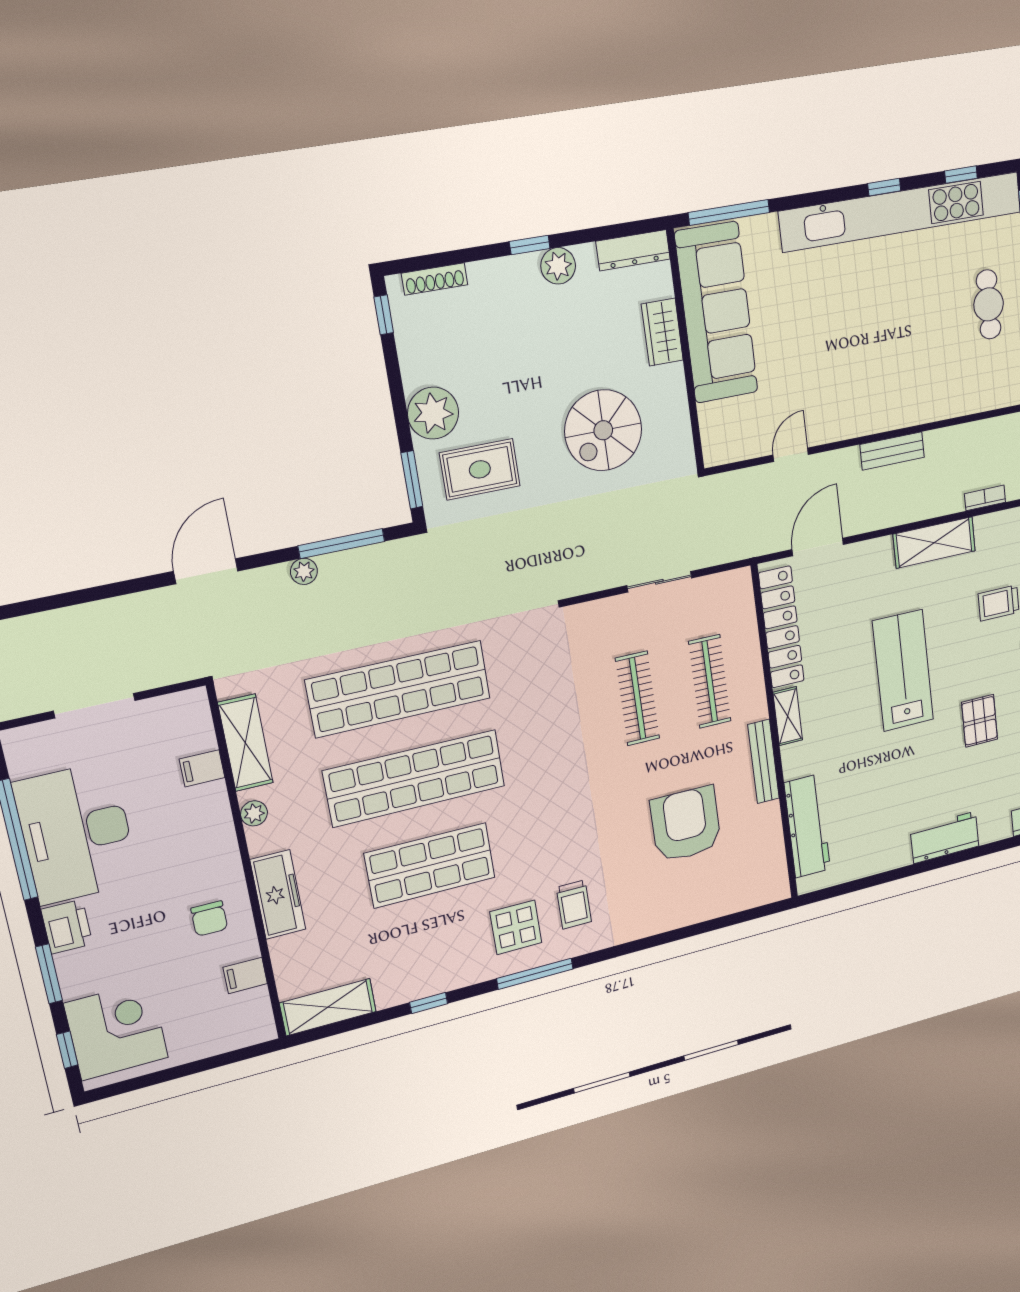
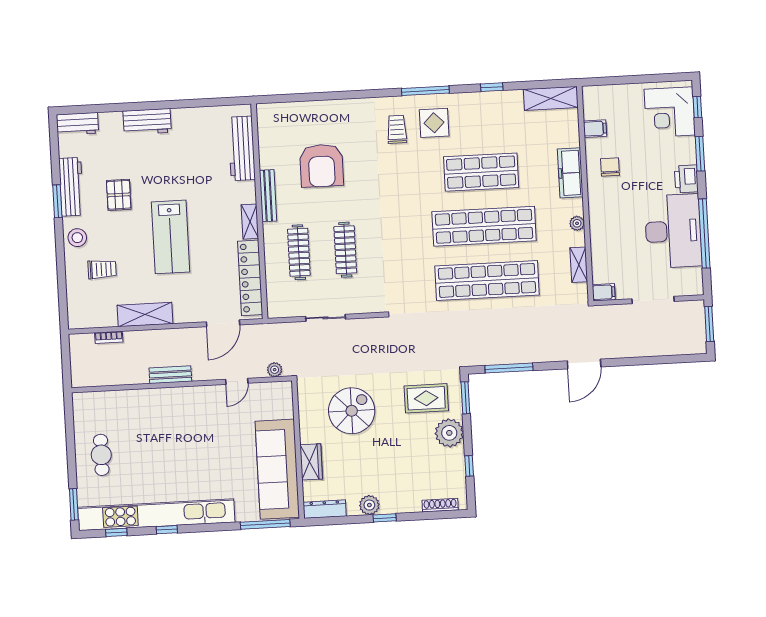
window: (384, 315) -> (469, 466), moved
plant: (304, 571) -> (275, 370), moved
shelving: (245, 743) -> (579, 265), width x0.67, depth x0.75
filing cabinet: (202, 768) -> (604, 292), moved

